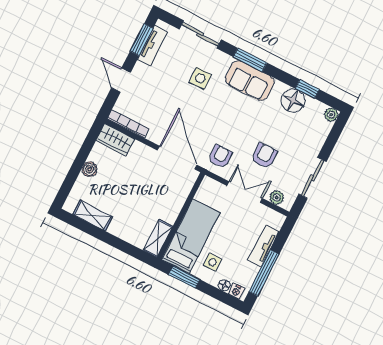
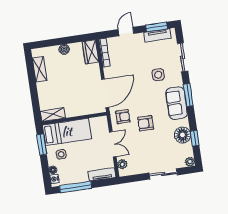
armchair: (264, 156) -> (146, 123), moved, turned 180
sliding door: (312, 178) -> (163, 174), moved
tv unit: (264, 246) -> (102, 174), moved

